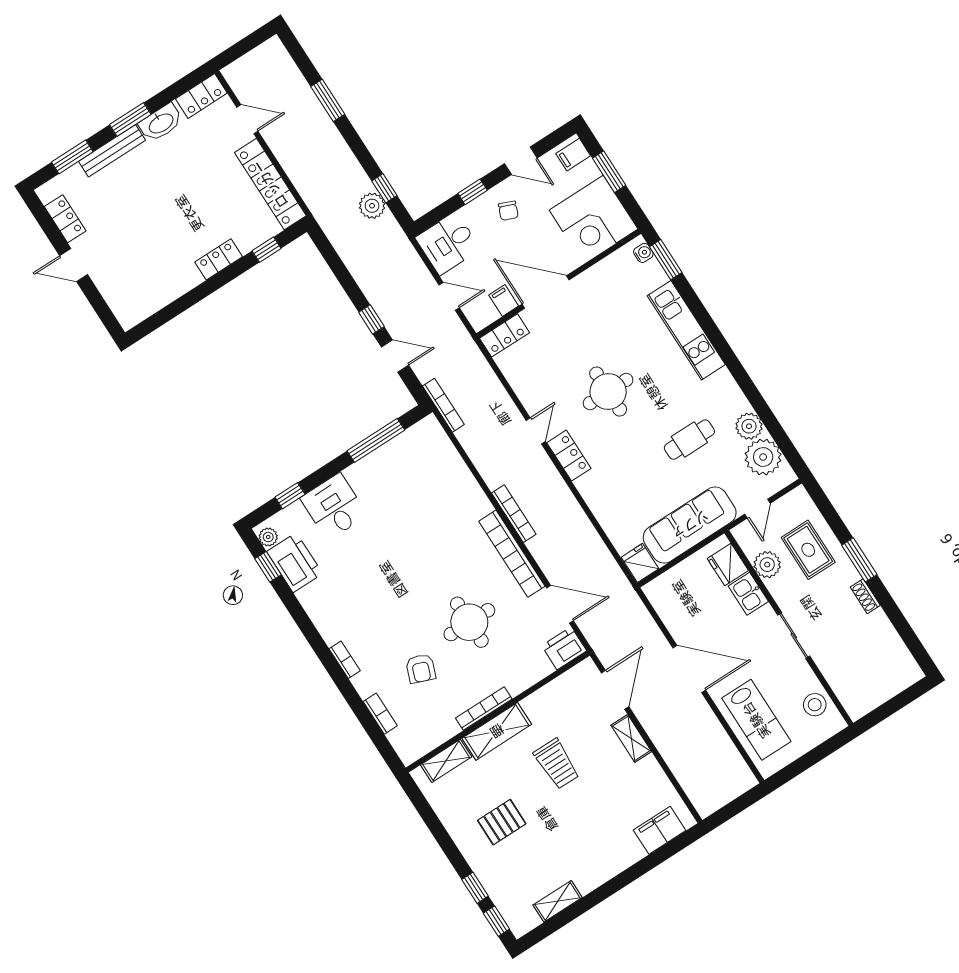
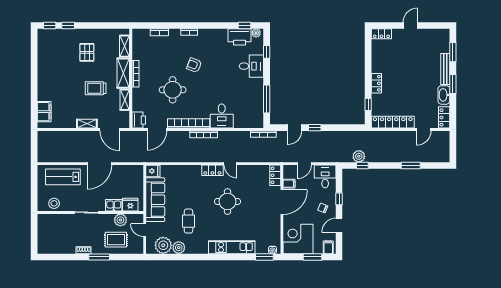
locker: (65, 219) -> (381, 34), moved
desk: (459, 502) -> (222, 116), added
armchair: (421, 669) -> (194, 65), moved
shelving: (558, 901) -> (125, 100), moved

